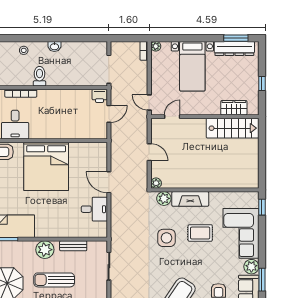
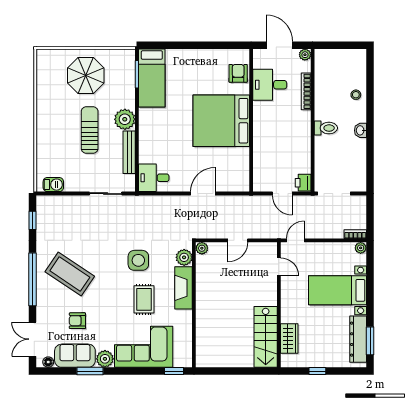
toilet: (40, 76) -> (326, 128), moved
desk: (94, 209) -> (154, 178), moved, turned 90
bench: (73, 246) -> (129, 152), width x1.36

